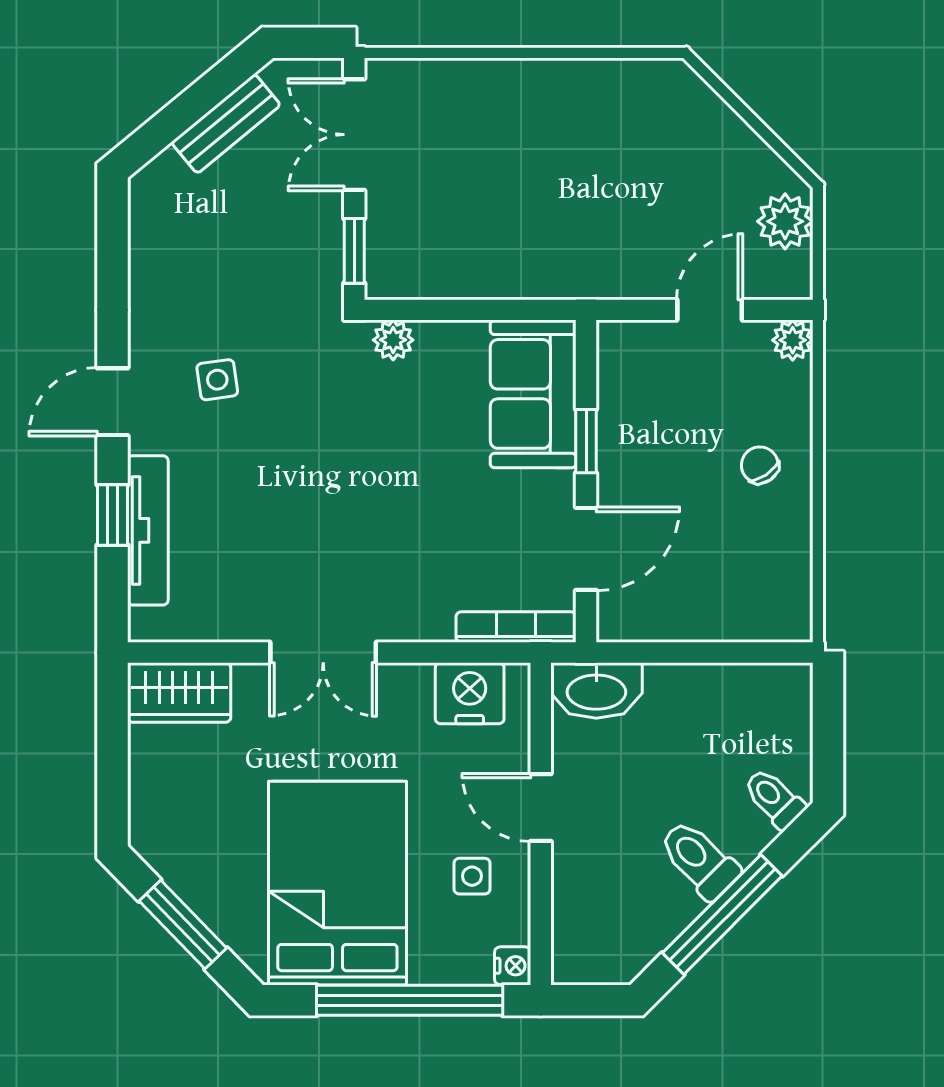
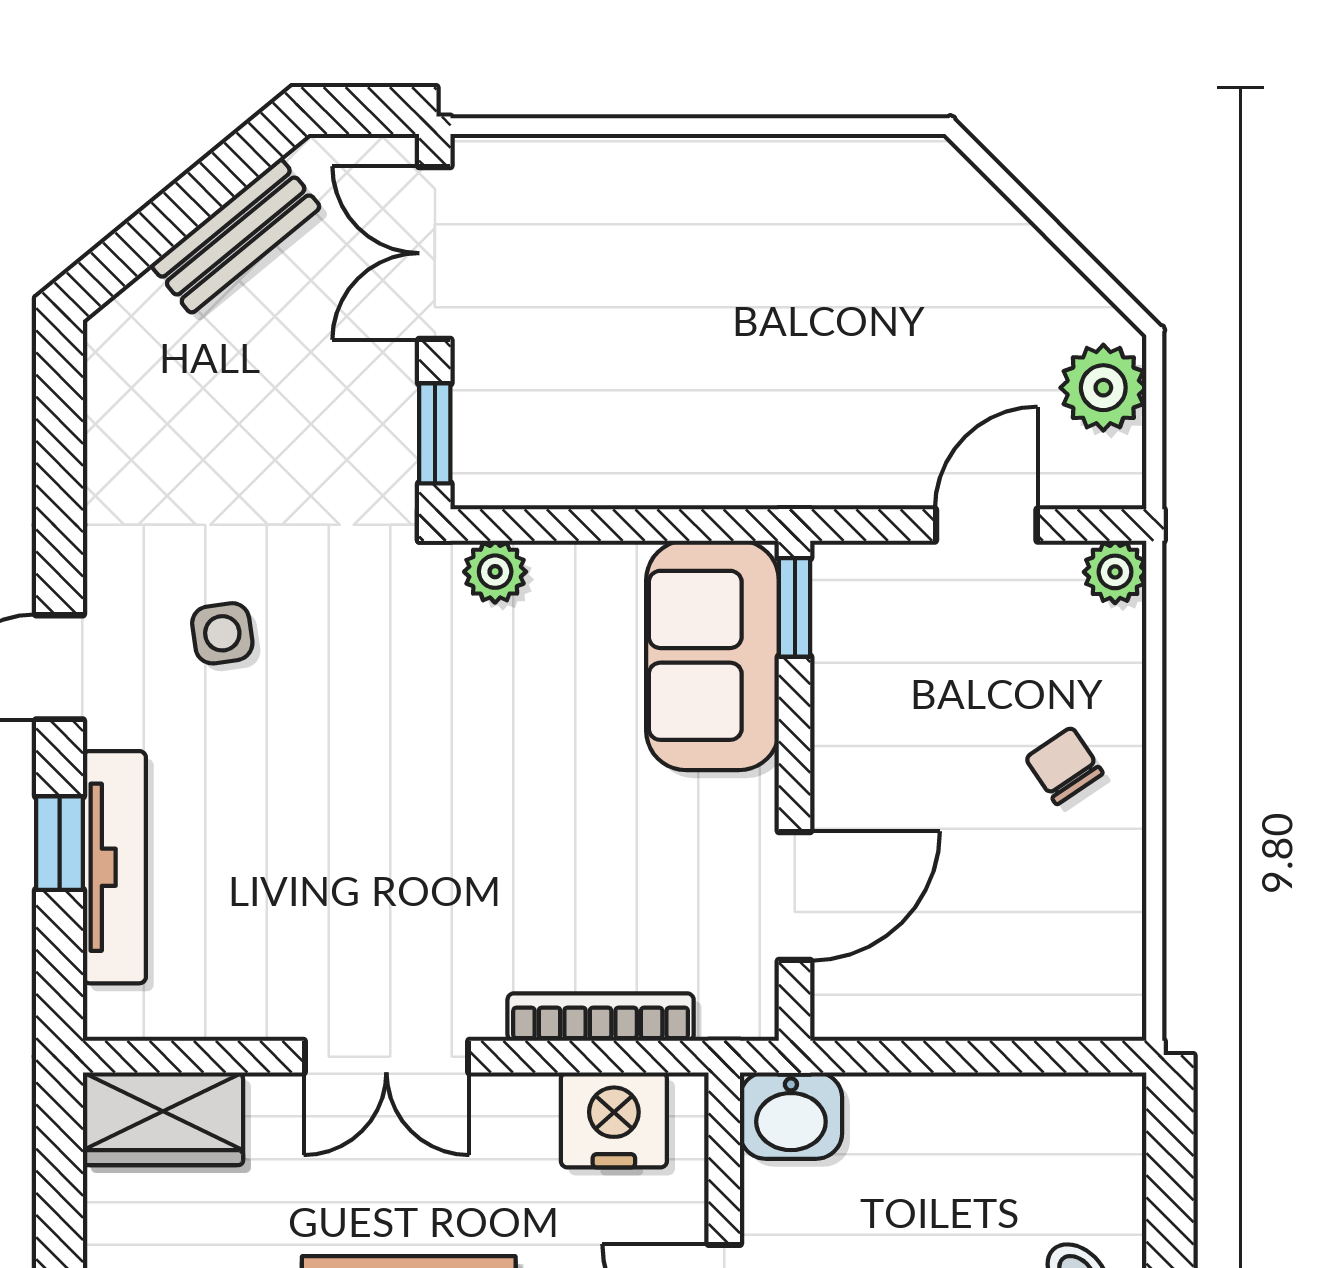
window: (586, 441) -> (795, 607), moved
bookcase: (516, 627) -> (601, 1017), moved
washbasin: (596, 690) -> (791, 1116), width x0.72

